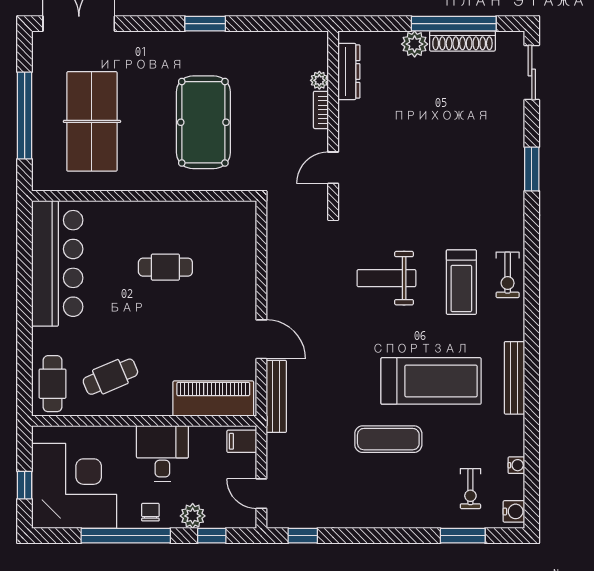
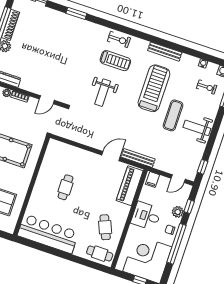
door: (333, 168) -> (47, 100), hinge flipped
weight bench: (379, 497) -> (197, 128), added

